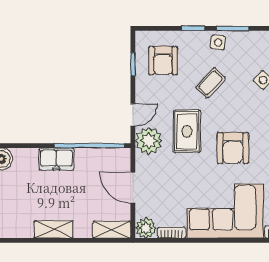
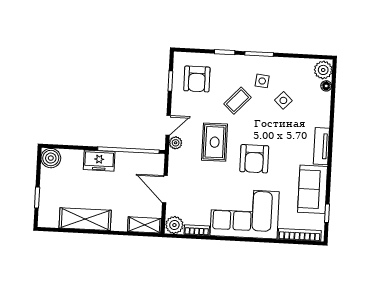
side table: (218, 42) -> (262, 81), moved
plant: (149, 141) -> (176, 143), width x0.53, depth x0.53
shelving: (54, 229) -> (85, 219), width x1.50, depth x1.33

